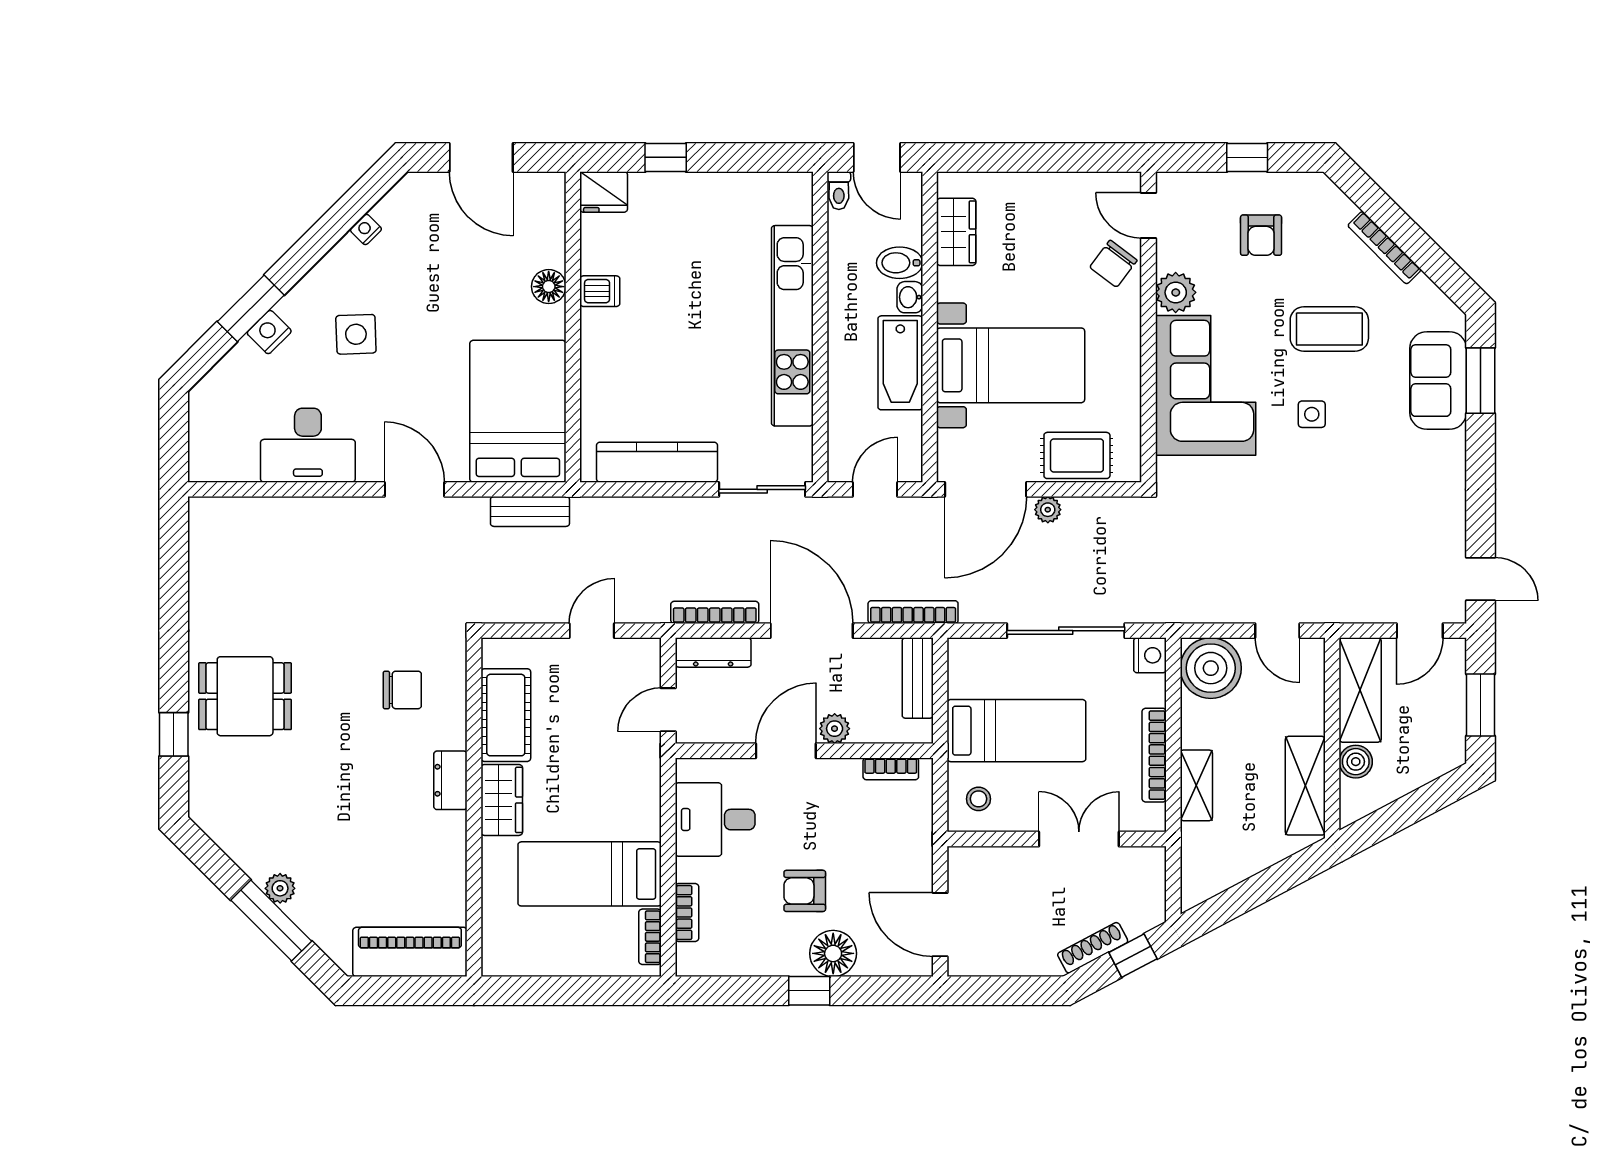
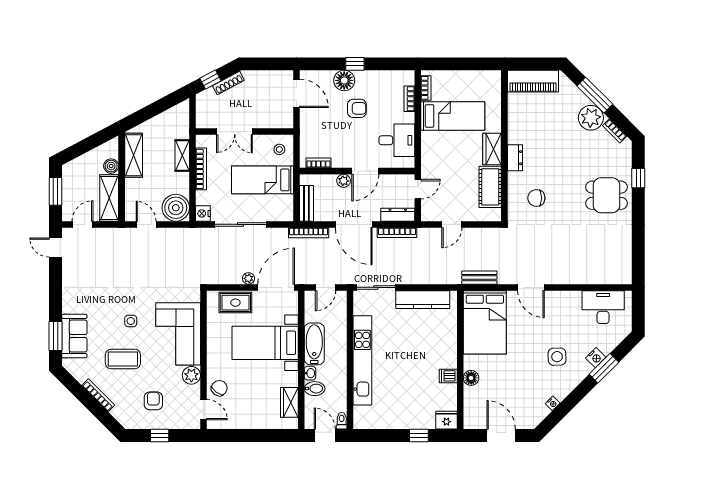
desk: (308, 445) -> (603, 307), moved
bookcase: (227, 840) -> (615, 131), added
plant: (280, 888) -> (591, 118), width x1.88, depth x1.88

